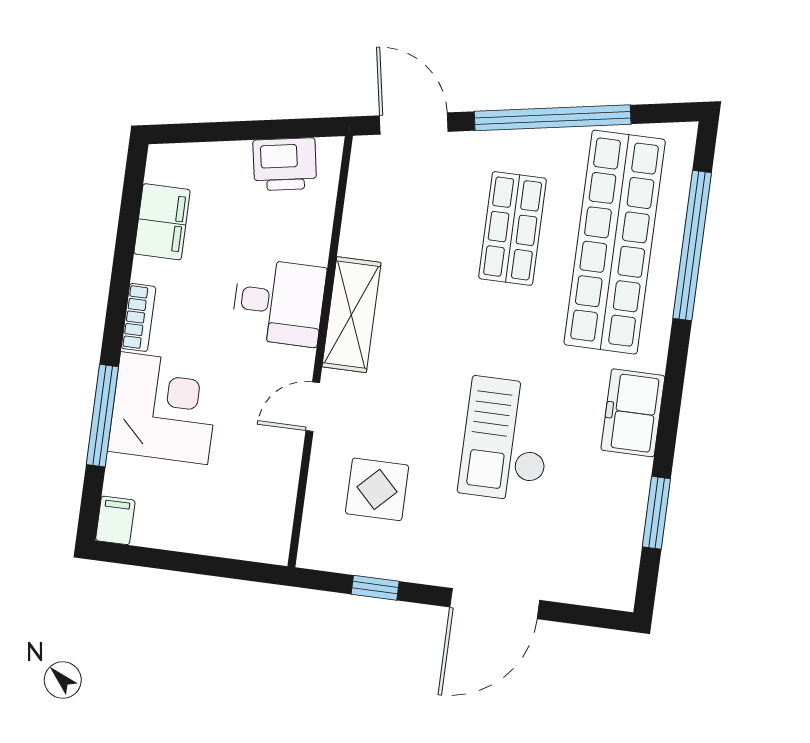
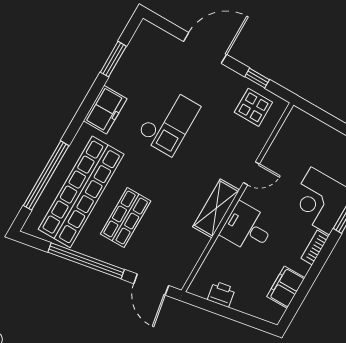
printer: (285, 164) -> (221, 294), width x0.73, depth x0.81
display table: (377, 489) -> (253, 107), moved

